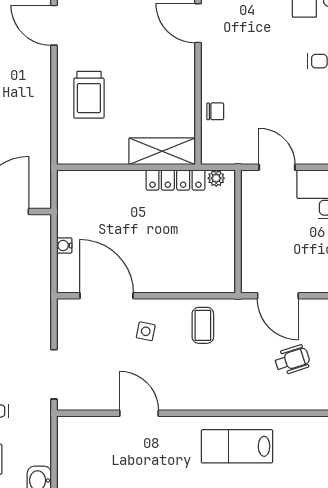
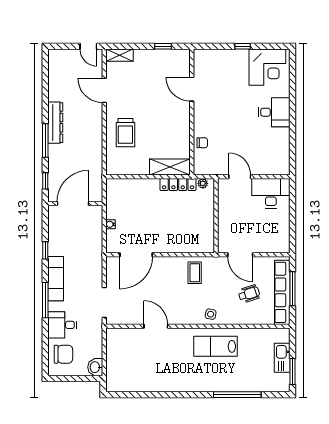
door: (107, 296) -> (136, 255), swing flipped
side table: (146, 331) -> (211, 314), moved

